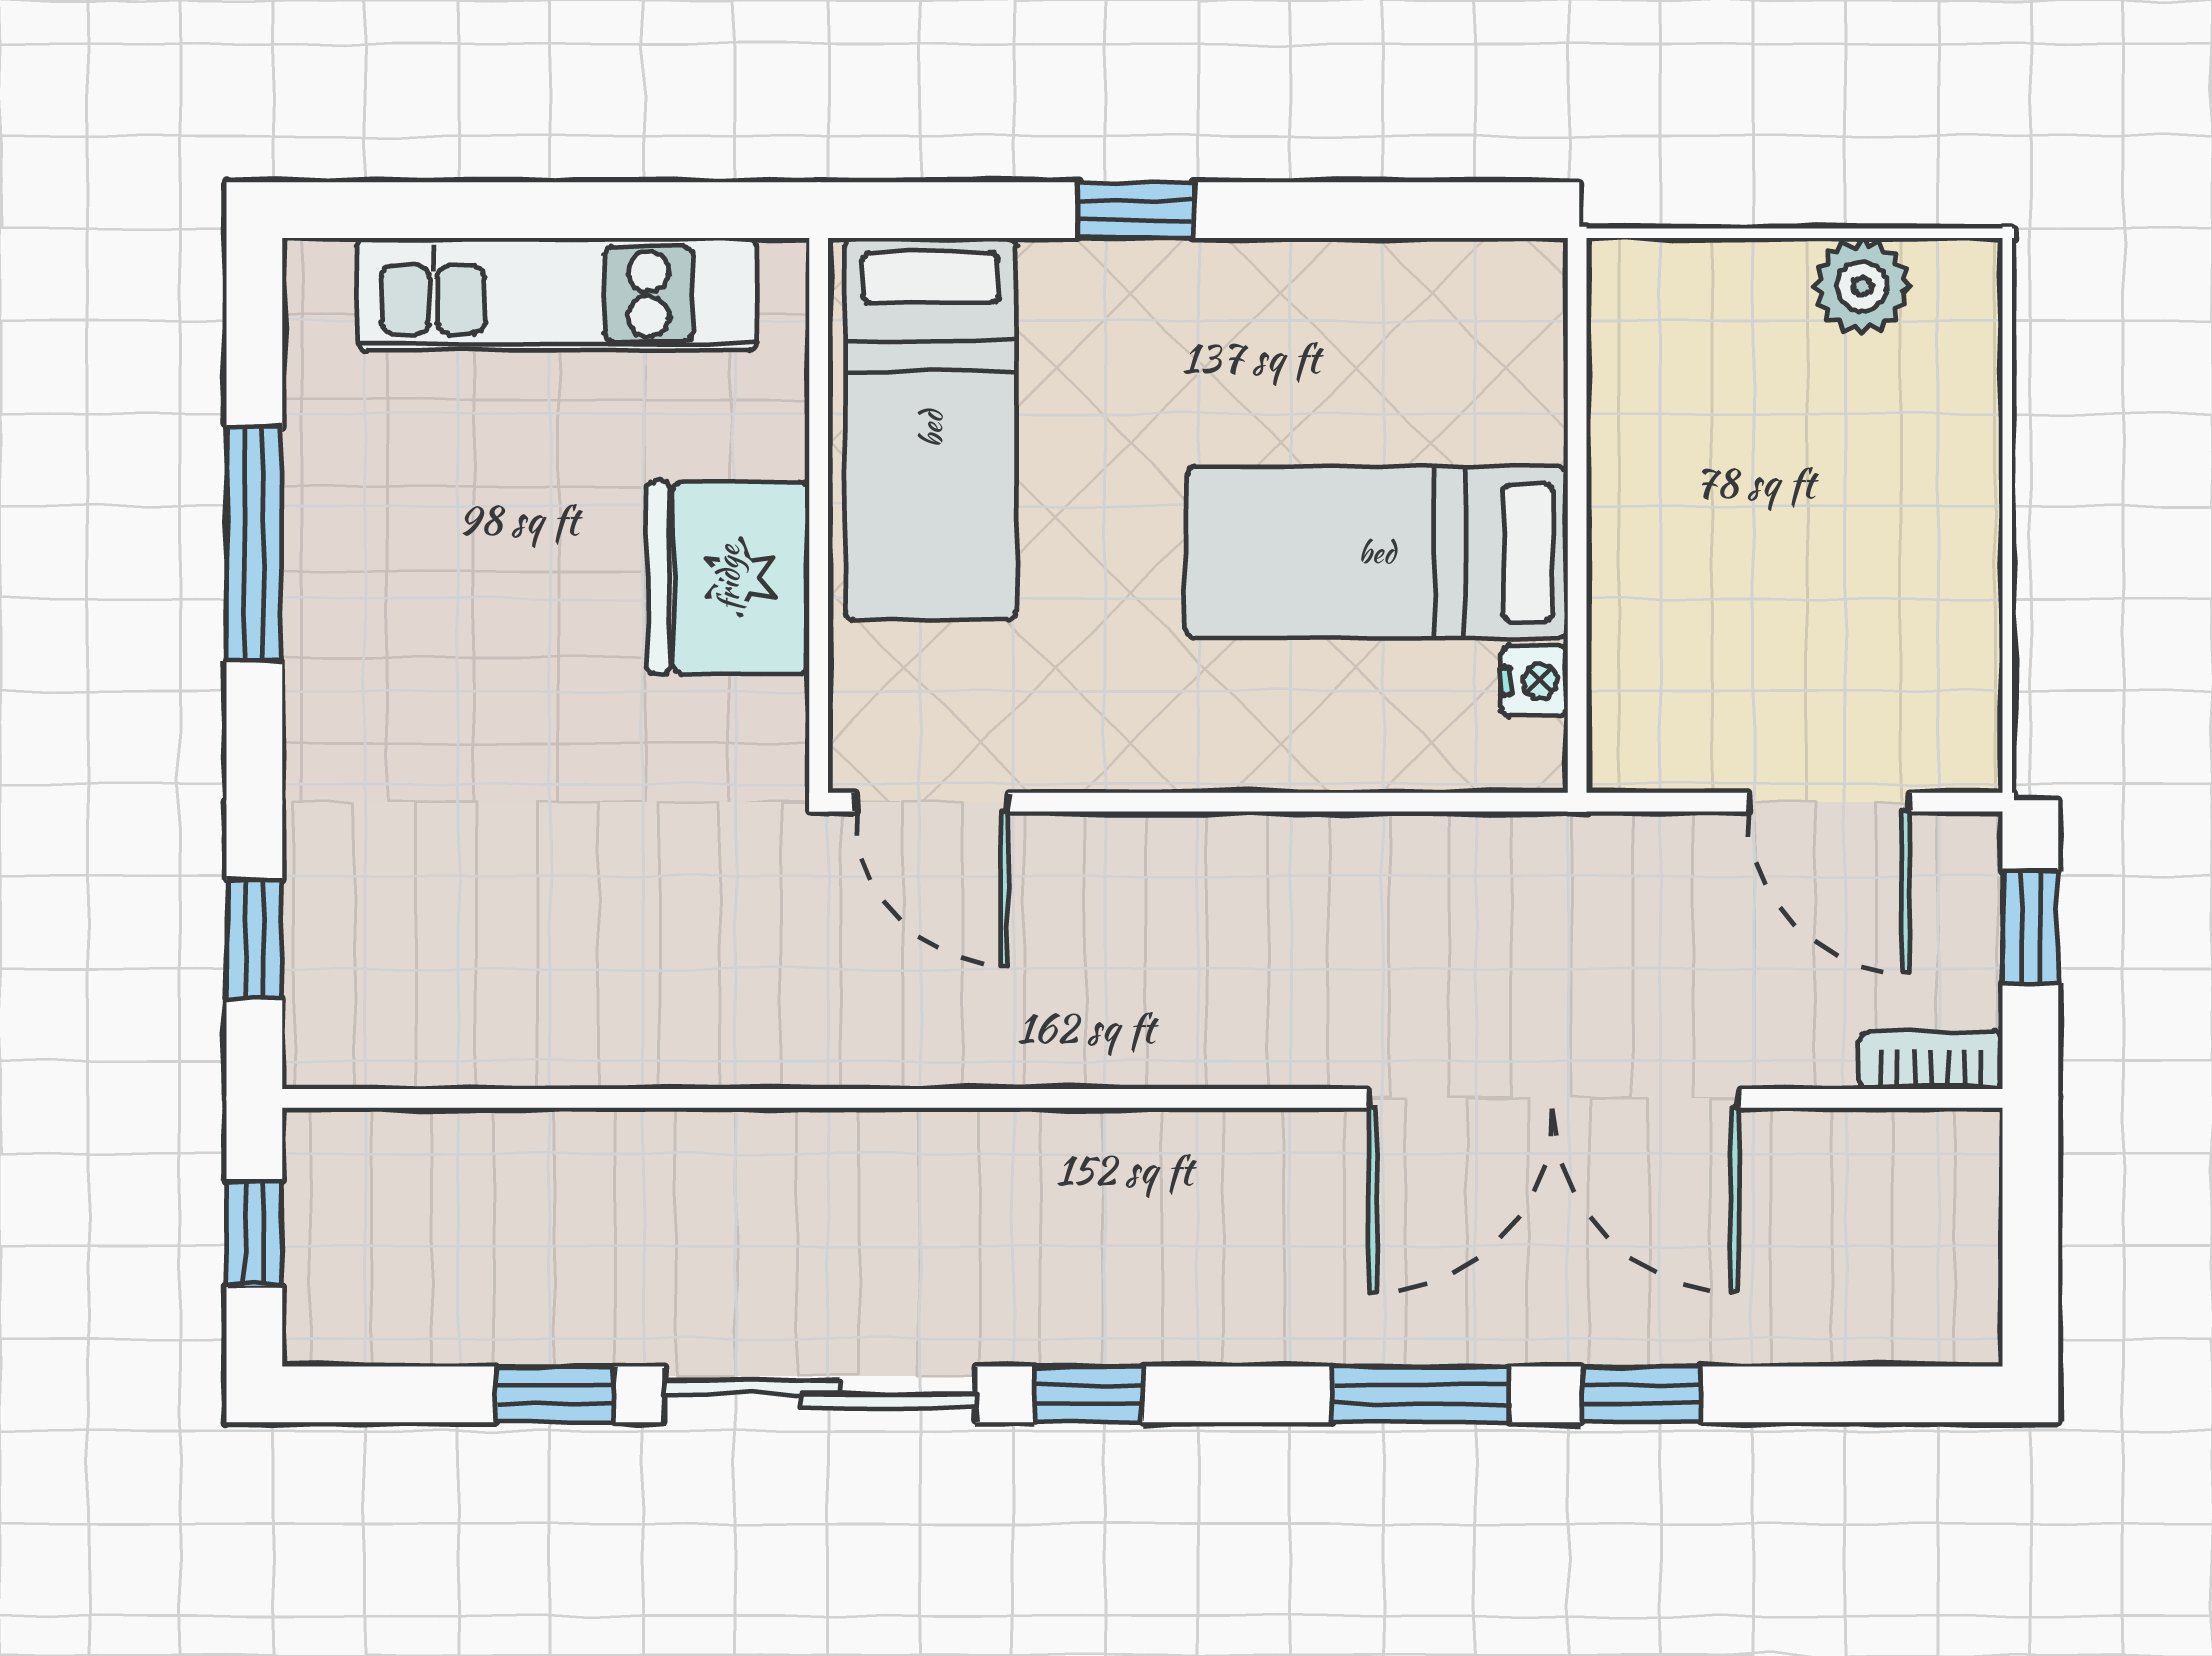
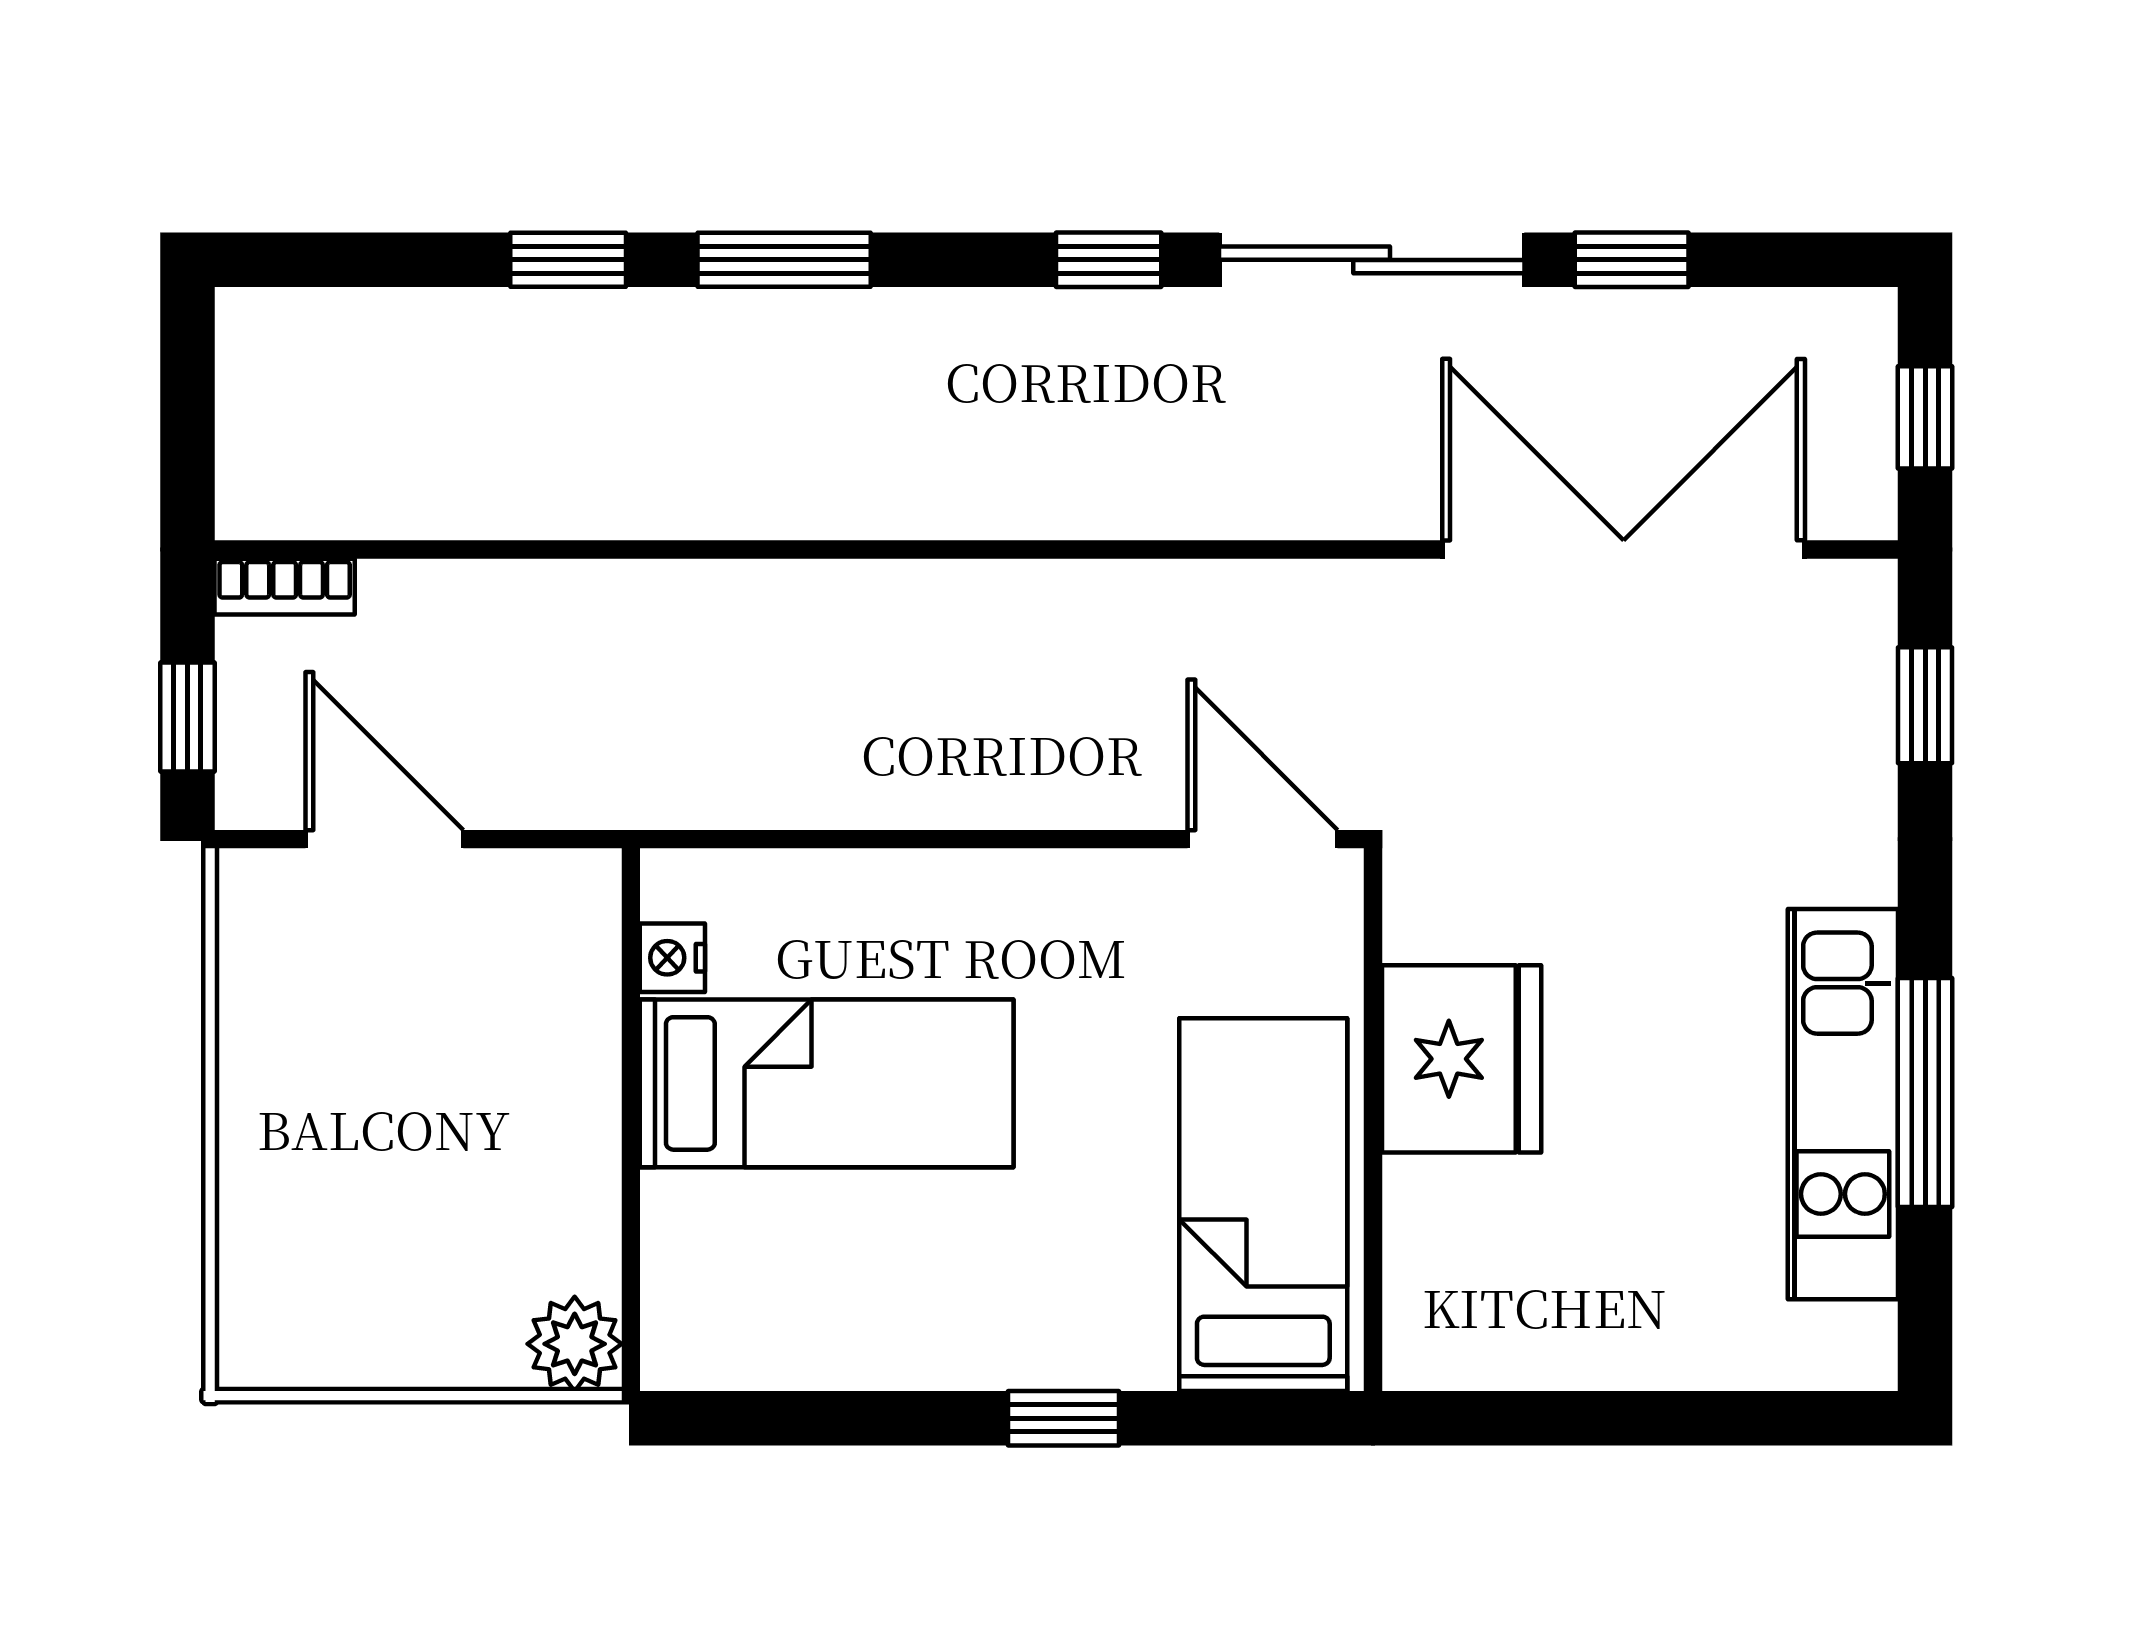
plant: (1862, 286) -> (575, 1344), moved
kitchen unit: (557, 294) -> (1843, 1104), moved, turned -90
double door: (1554, 1098) -> (1624, 549), moved

